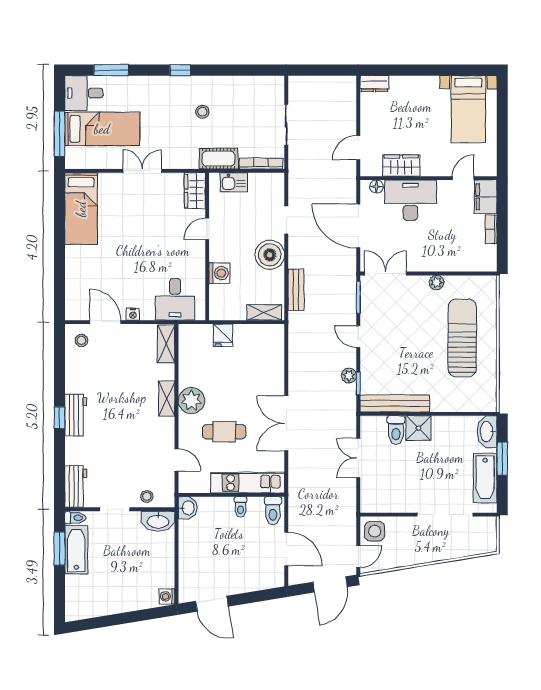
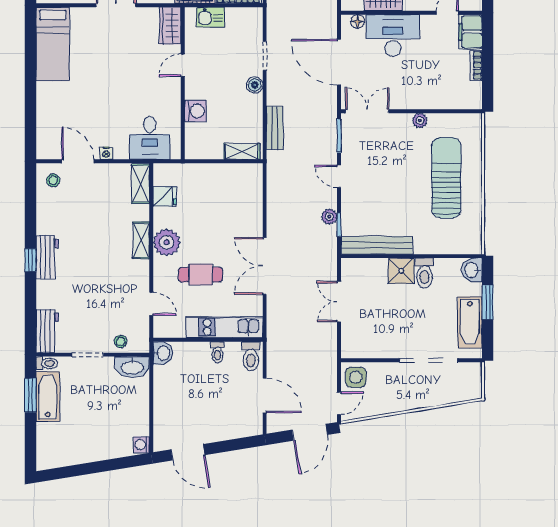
boiler: (270, 255) -> (255, 85), width x0.54, depth x0.54
fridge: (223, 335) -> (165, 197), moved, turned -90
toilet: (396, 430) -> (424, 273), moved
washbasin: (487, 432) -> (472, 270), width x0.72

